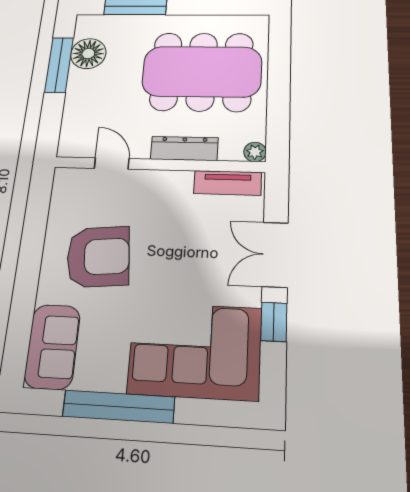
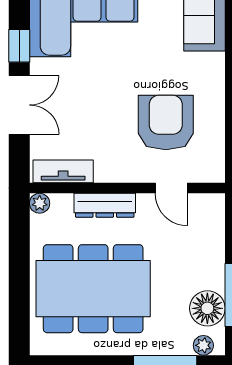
plant: (96, 23) -> (203, 345), added
armchair: (98, 257) -> (166, 122), moved, turned 95

